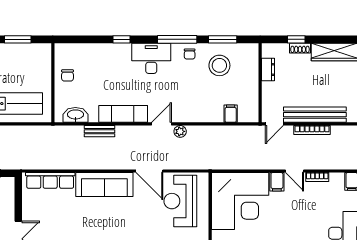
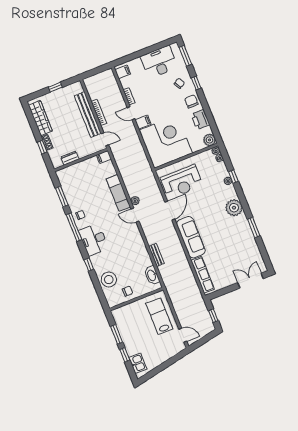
stool: (219, 65) -> (109, 280), moved
exam couch: (123, 114) -> (118, 193), moved
filing cabinet: (231, 114) -> (104, 157), moved
door: (294, 171) -> (131, 113), swing flipped

